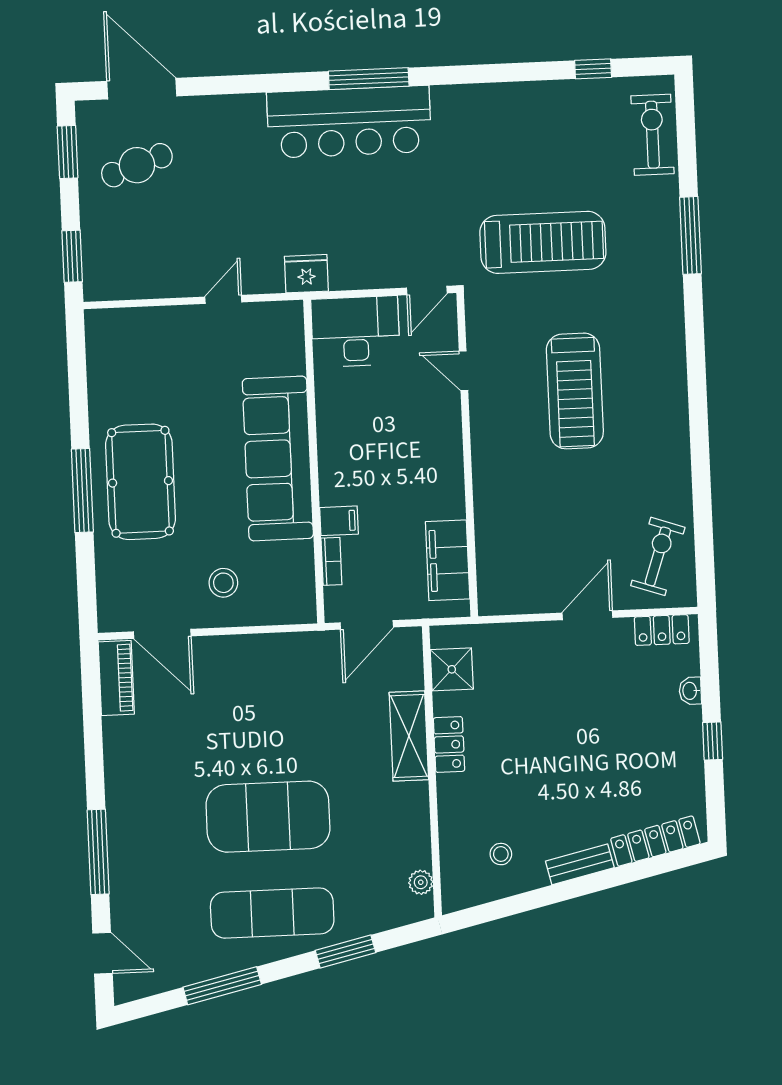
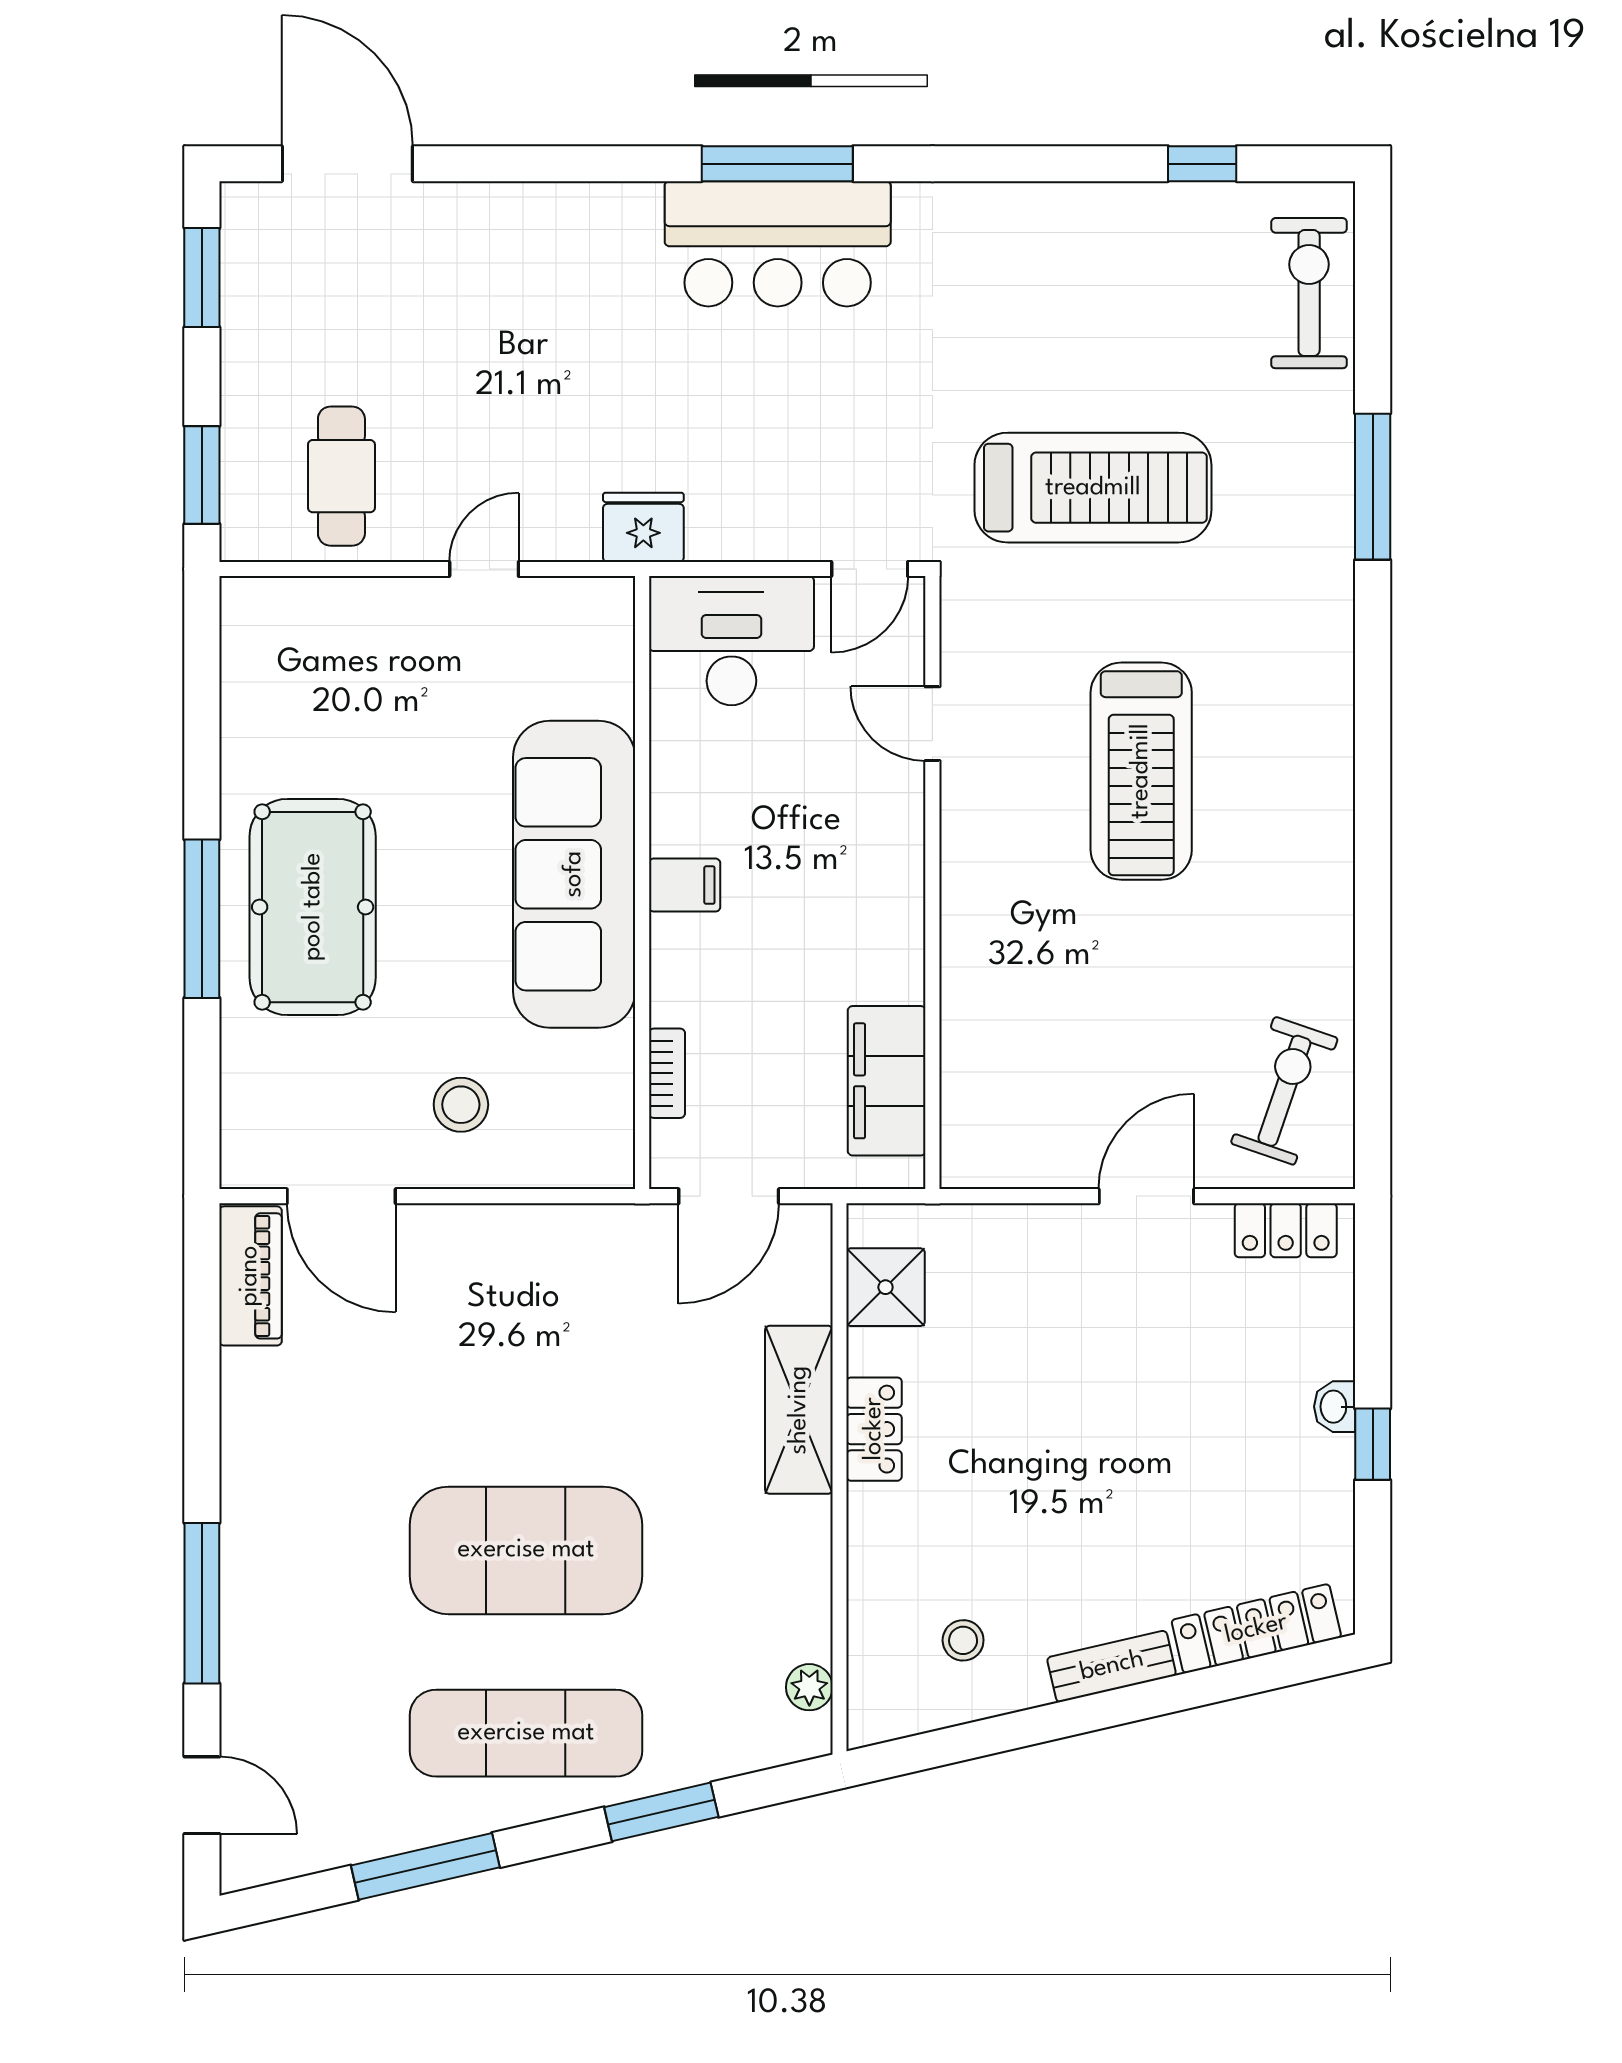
bar counter: (349, 122) -> (778, 244), width x0.73
cafe table: (137, 165) -> (341, 476), moved, turned -71
filing cabinet: (339, 521) -> (685, 885), moved
washbasin: (690, 691) -> (1335, 1407), moved

